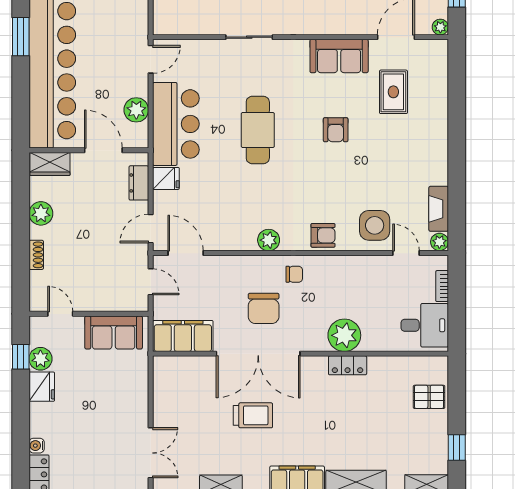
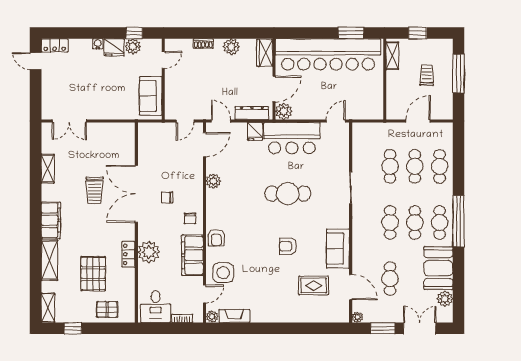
door: (151, 59) -> (336, 121), swing flipped
plant: (136, 110) -> (284, 111), moved
dresser: (139, 183) -> (252, 113), width x1.44
plant: (269, 240) -> (213, 181), moved
chair: (264, 308) -> (167, 197), width x0.54, depth x0.54
filing cabinet: (183, 336) -> (192, 255), moved, turned 180
pallet: (429, 397) -> (107, 309), turned 90
pallet: (376, 417) -> (93, 274), added
water cooler: (37, 446) -> (98, 44), moved

